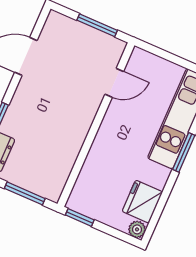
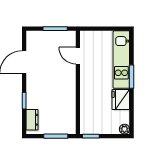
door: (114, 83) -> (78, 56), swing flipped
fridge: (142, 202) -> (121, 100), moved

